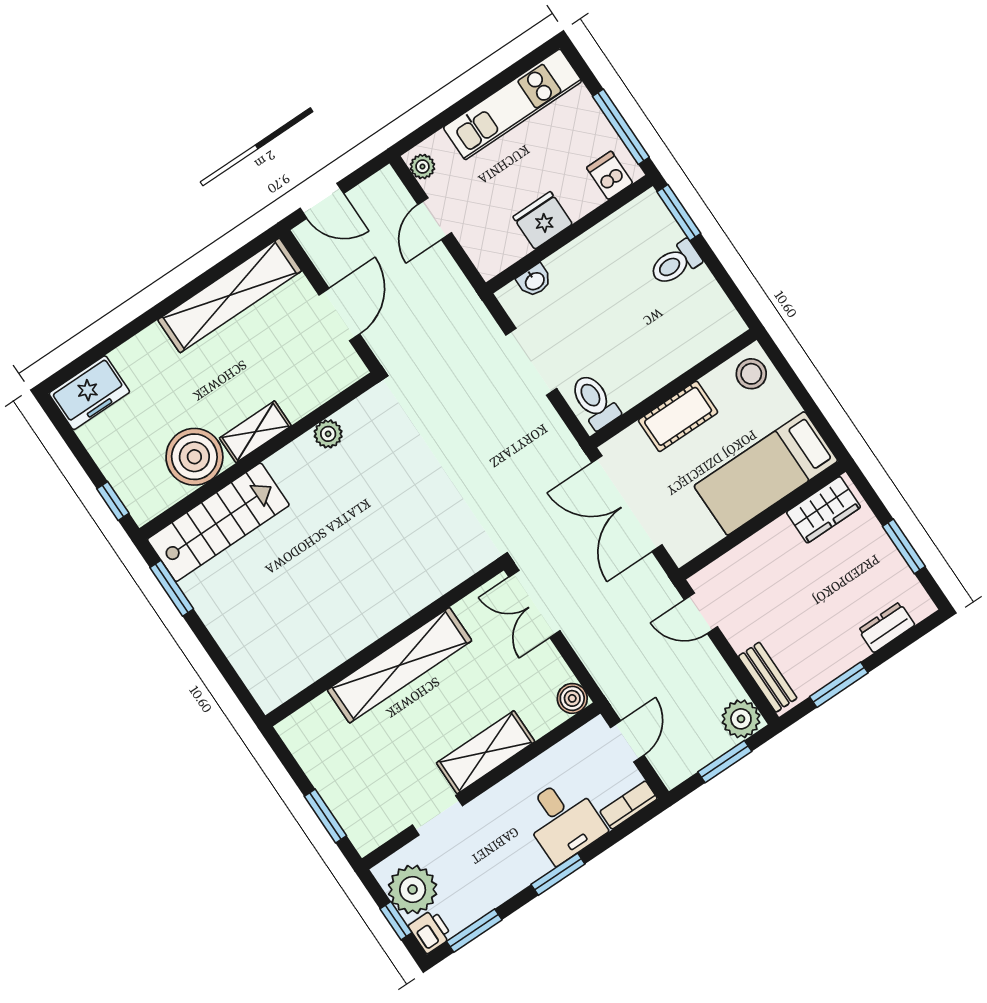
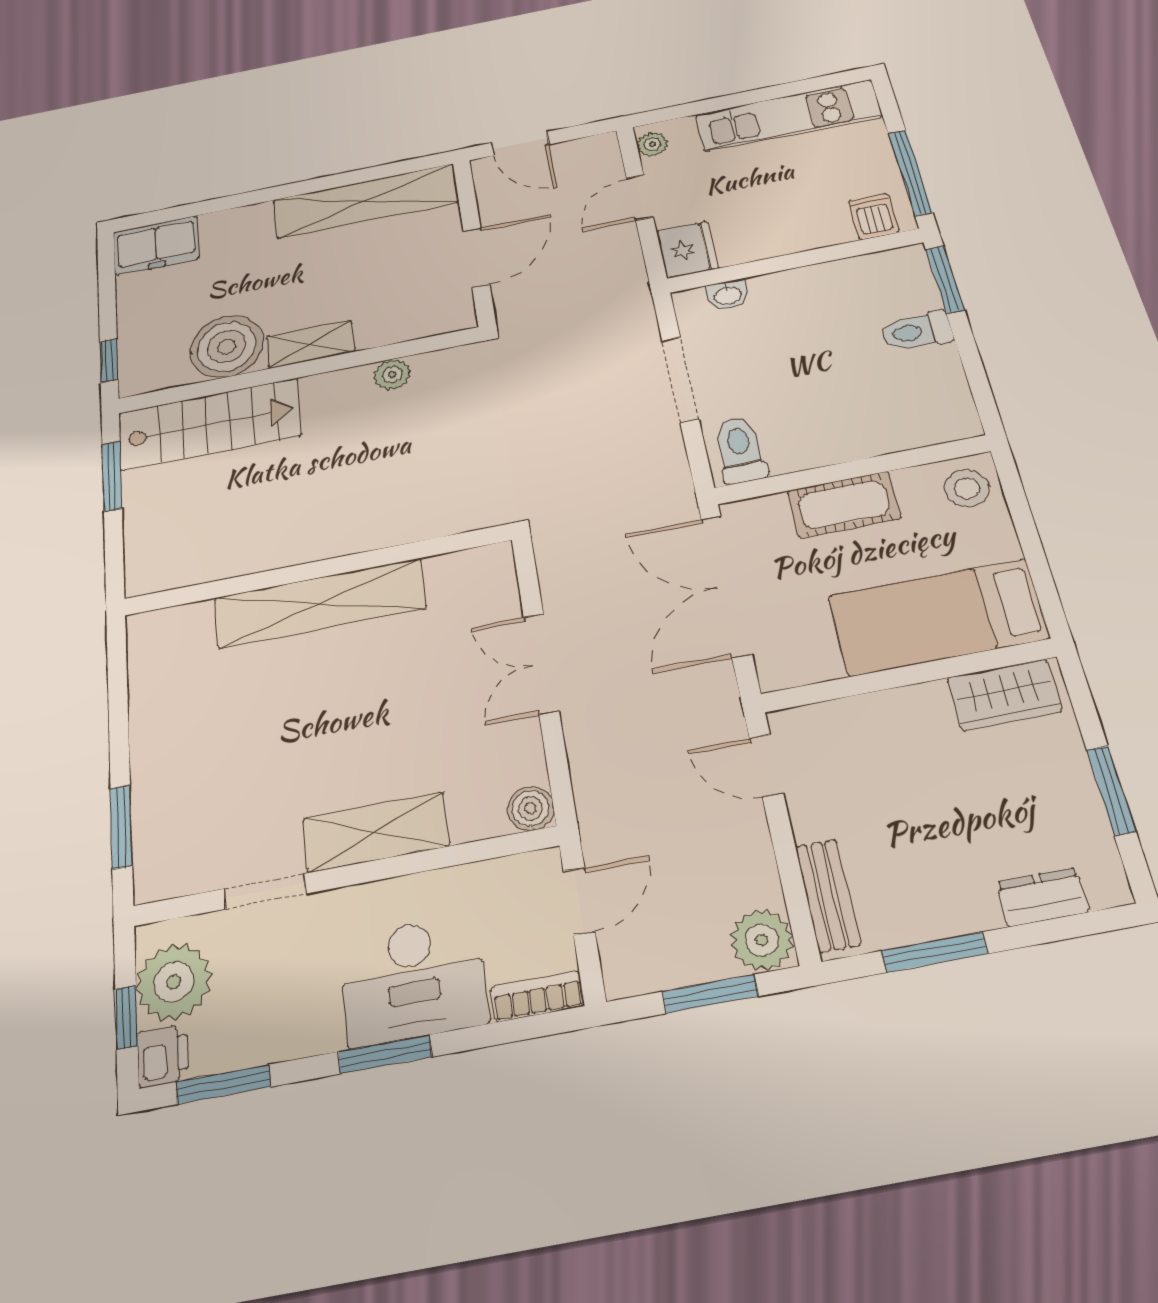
fridge: (543, 220) -> (687, 250), moved, turned 90
wall: (385, 643) -> (317, 570), moved
shelving: (399, 665) -> (320, 603), moved
desk: (563, 820) -> (413, 980), width x1.37

